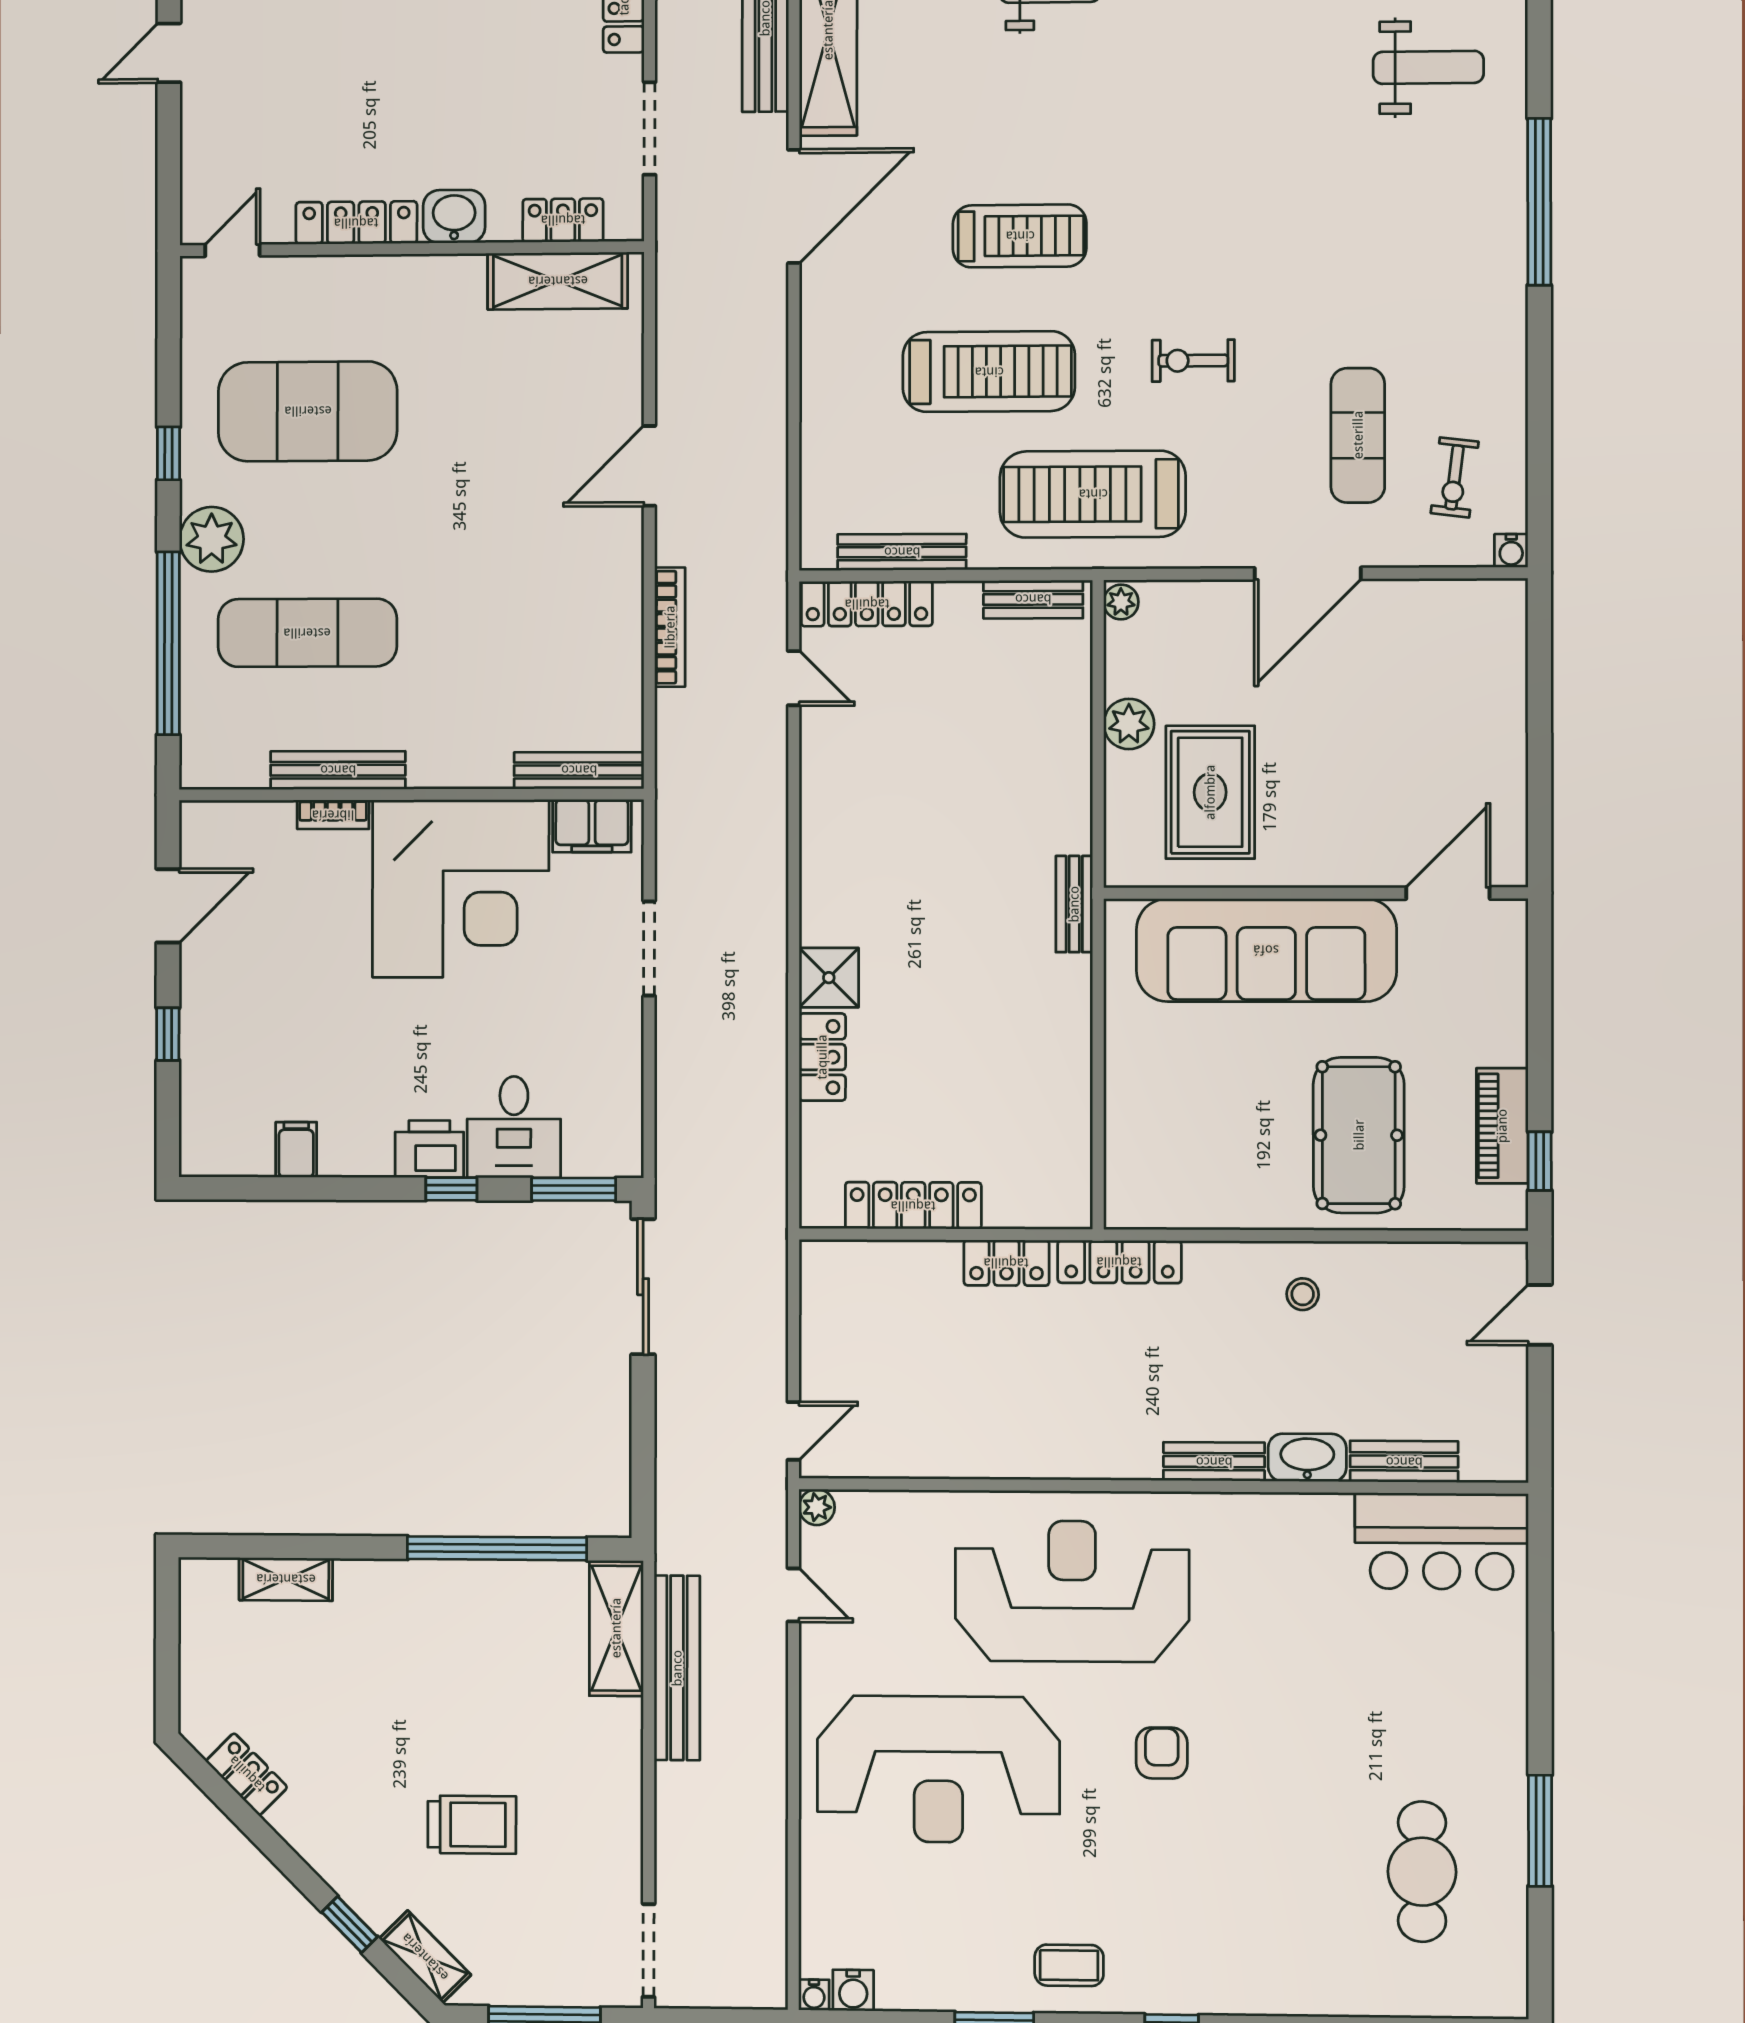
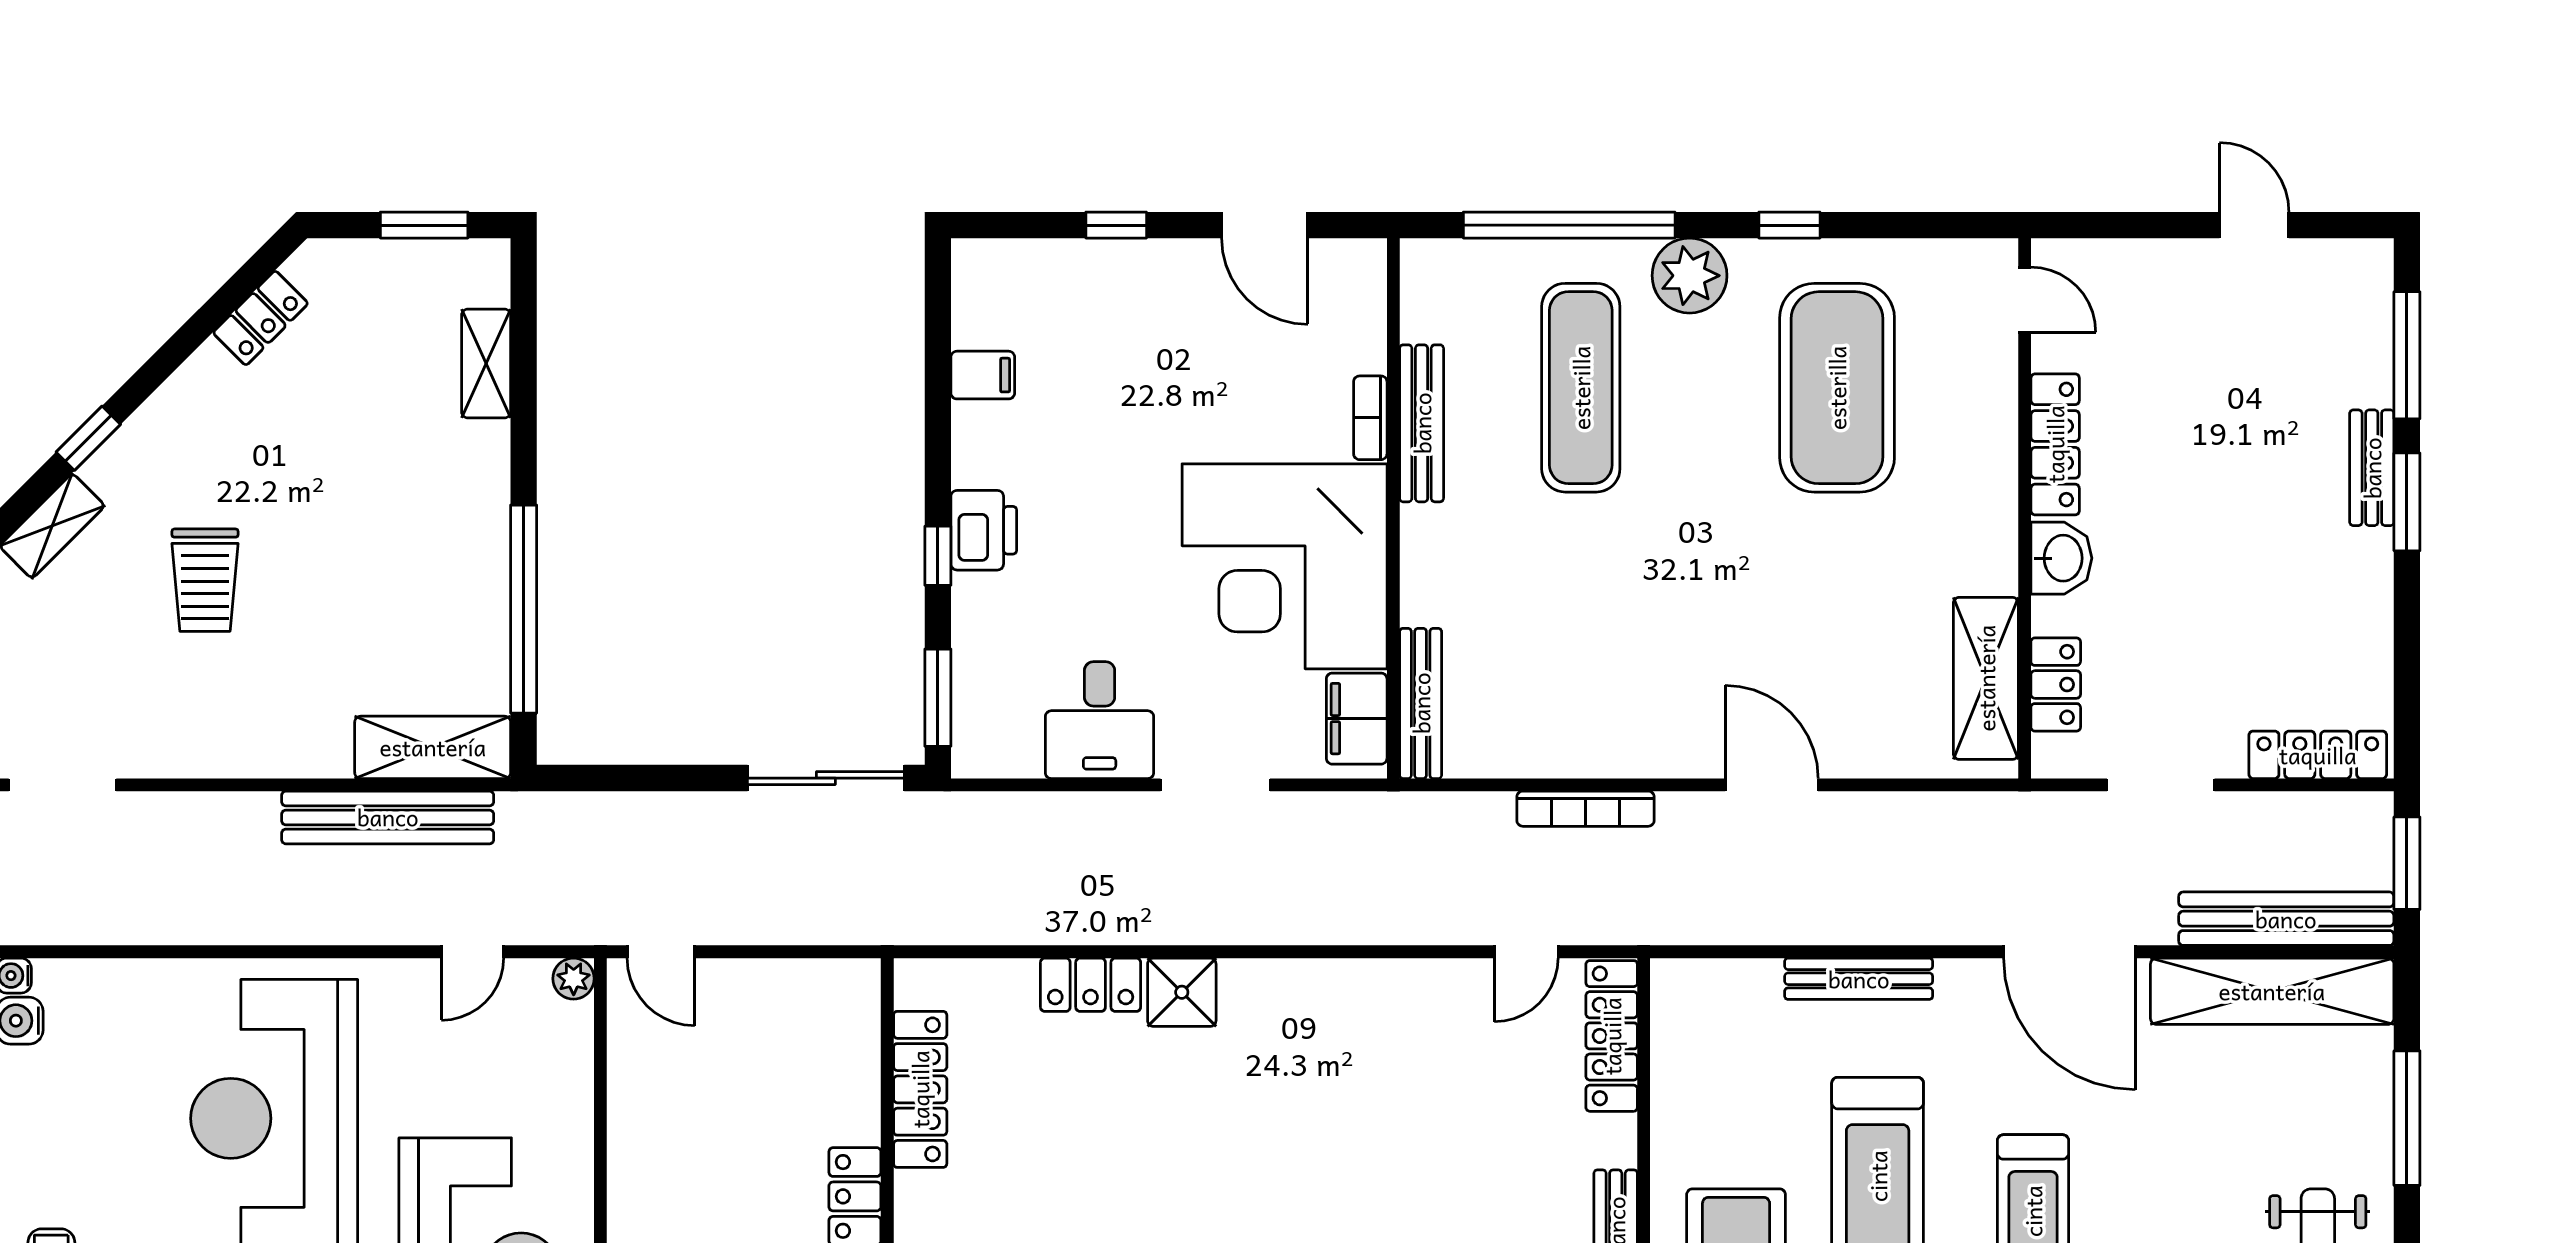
bench: (902, 552) -> (1859, 979), moved, turned 90
desk: (514, 1127) -> (1100, 720), moved, turned -90
window: (167, 1632) -> (424, 225), added

